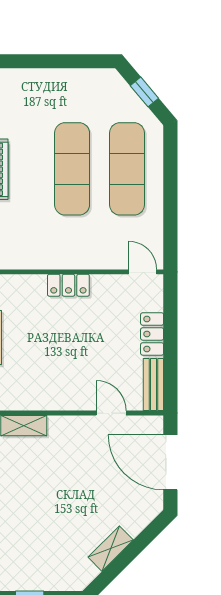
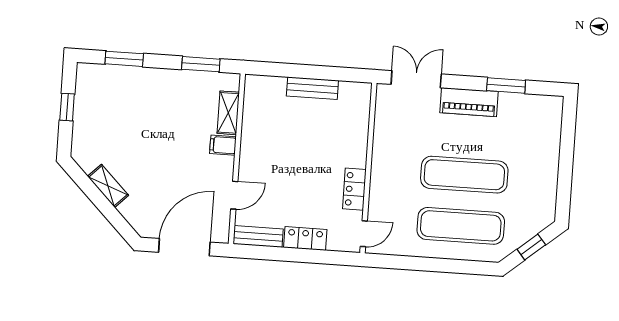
locker: (68, 285) -> (354, 189), moved
filing cabinet: (59, 429) -> (223, 145), added

